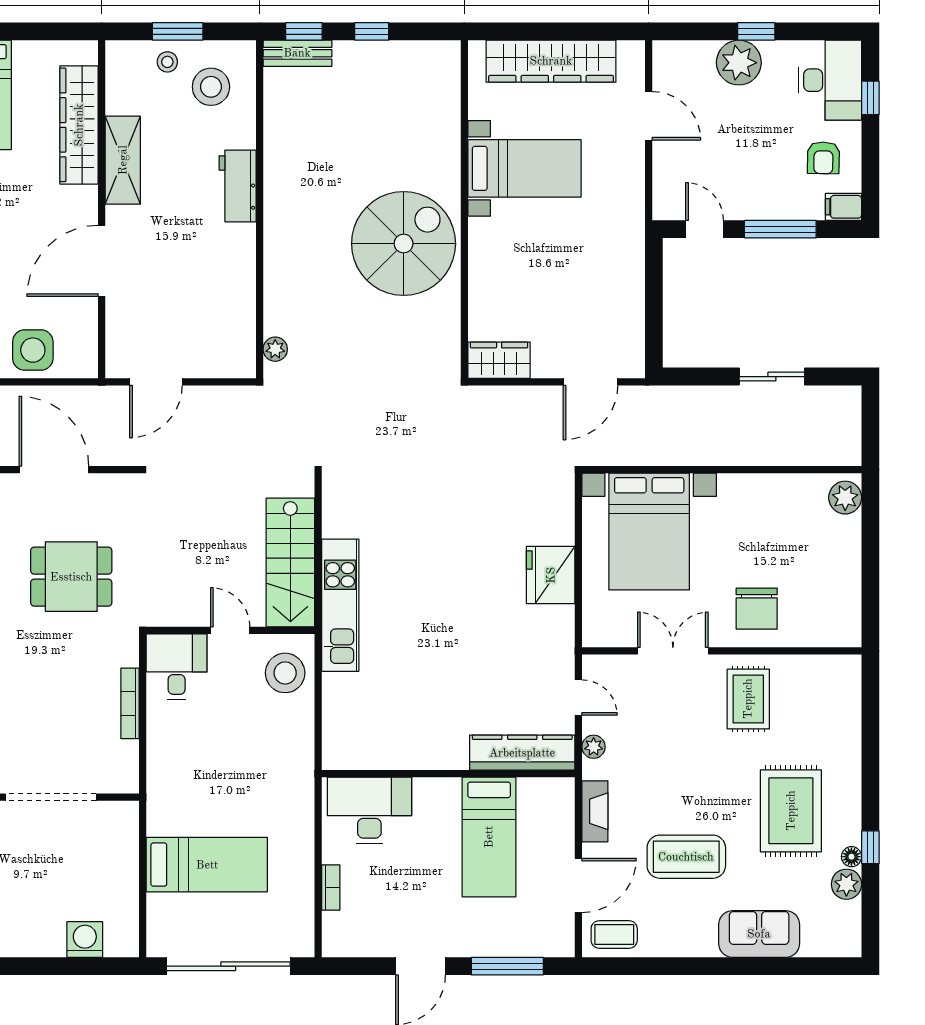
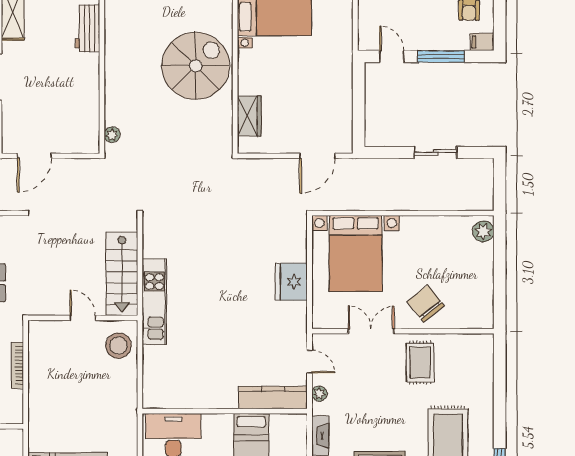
wardrobe: (499, 360) -> (249, 116), moved, turned 90
chair: (757, 609) -> (426, 304), turned 141
desk: (177, 667) -> (48, 342), removed

